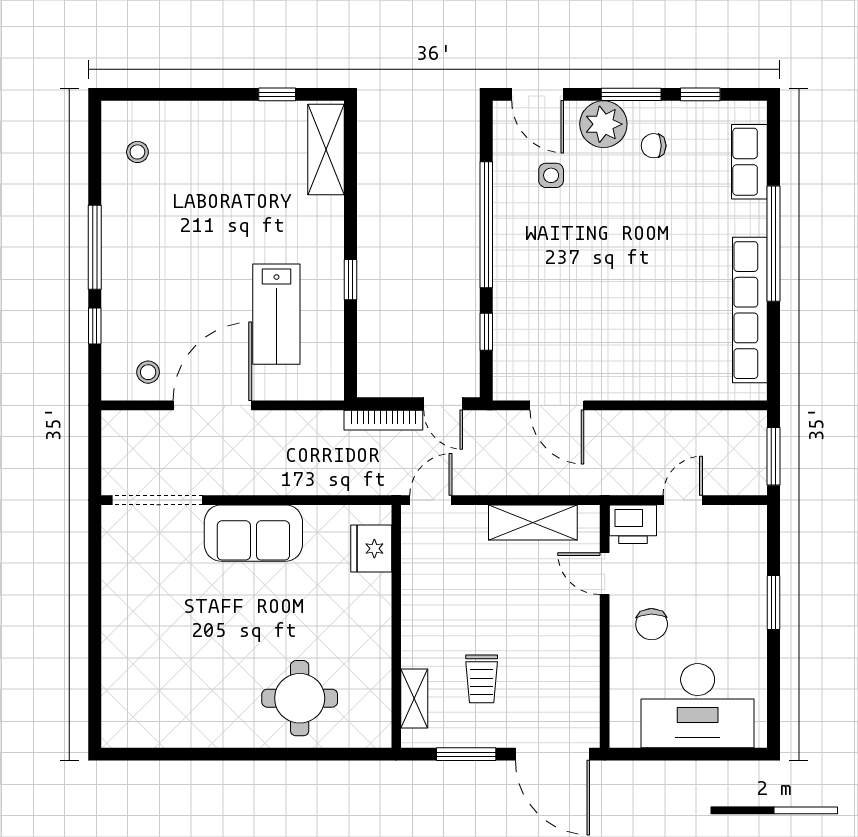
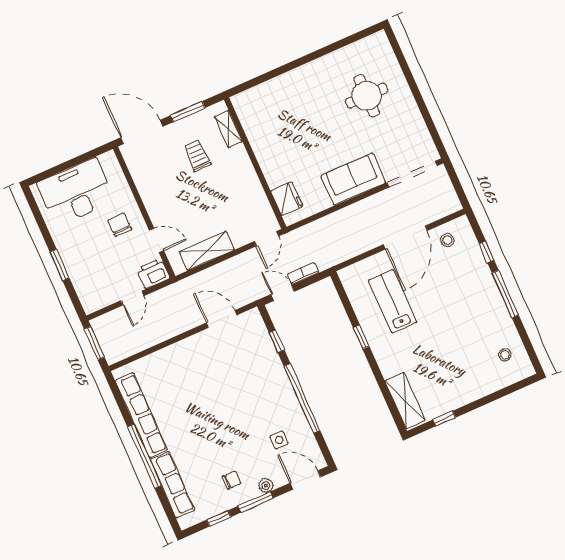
plant: (603, 124) -> (266, 486), width x0.53, depth x0.53
row of seats: (749, 162) -> (172, 485), width x1.48
bookcase: (383, 420) -> (303, 273), width x0.64
round table: (300, 698) -> (367, 96), moved

